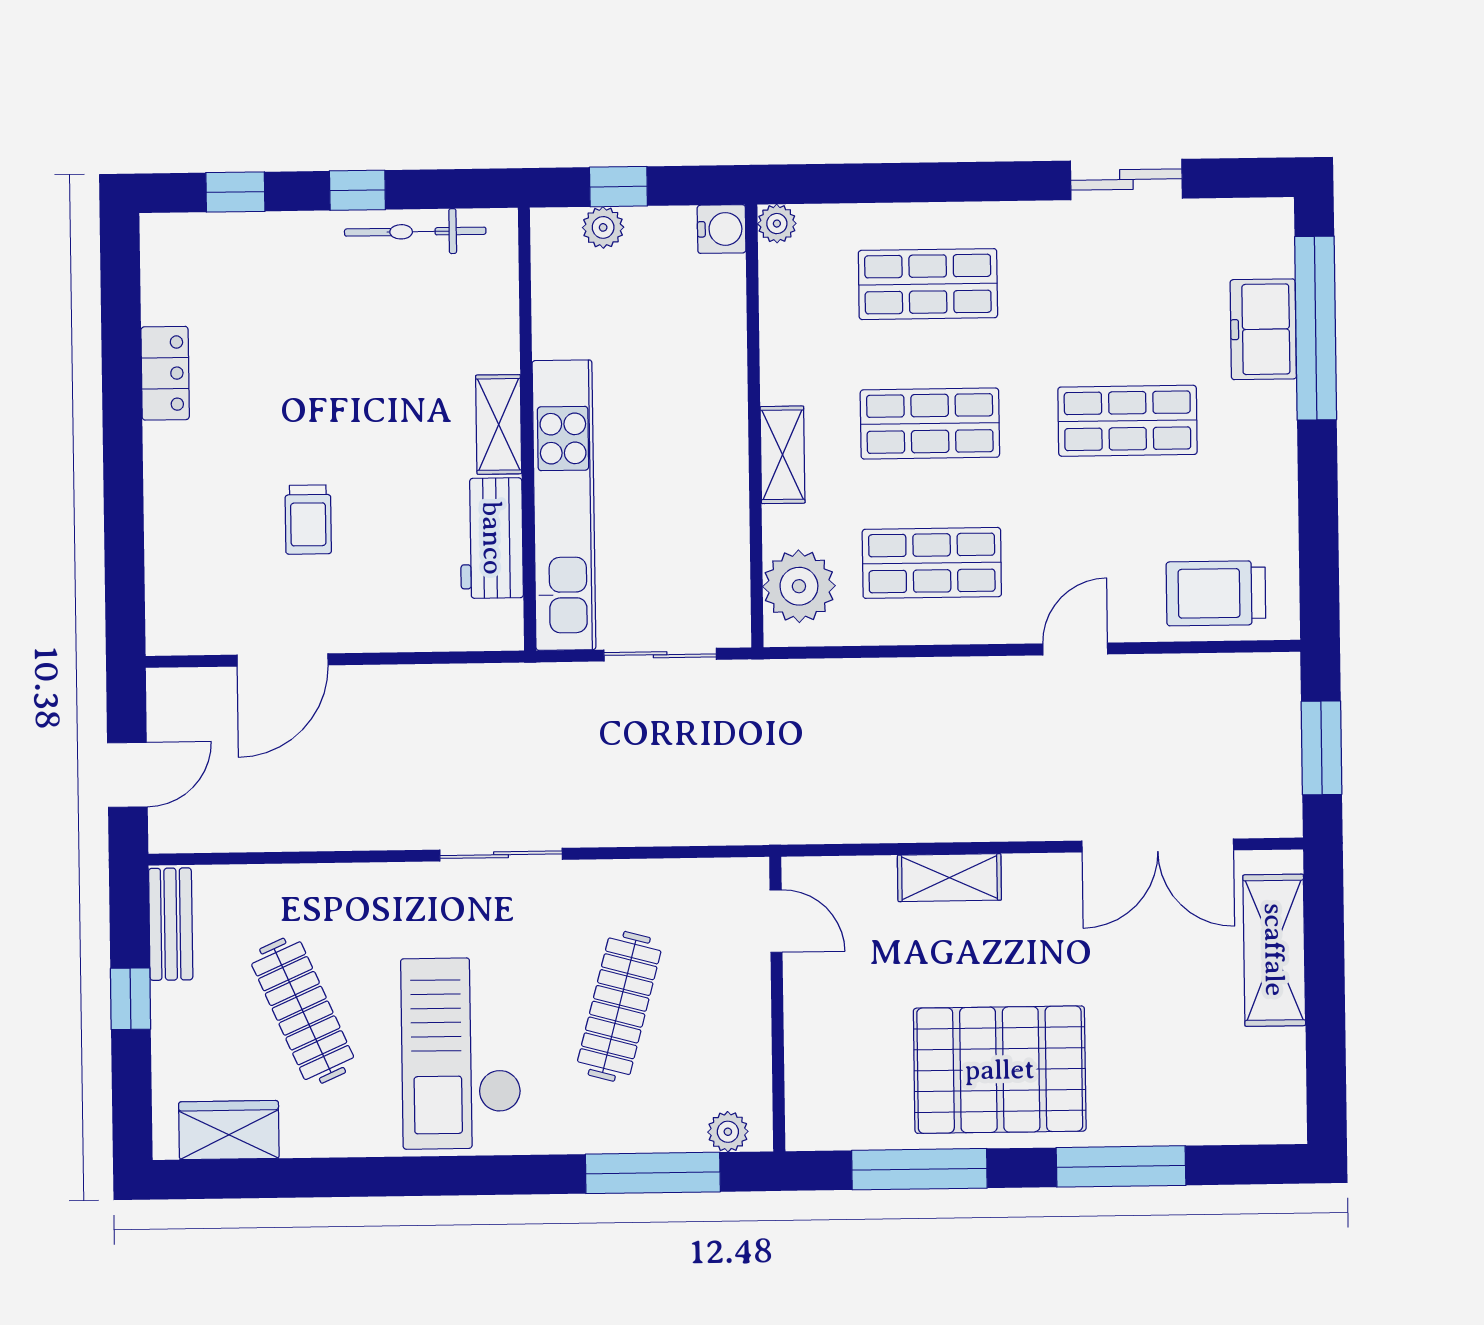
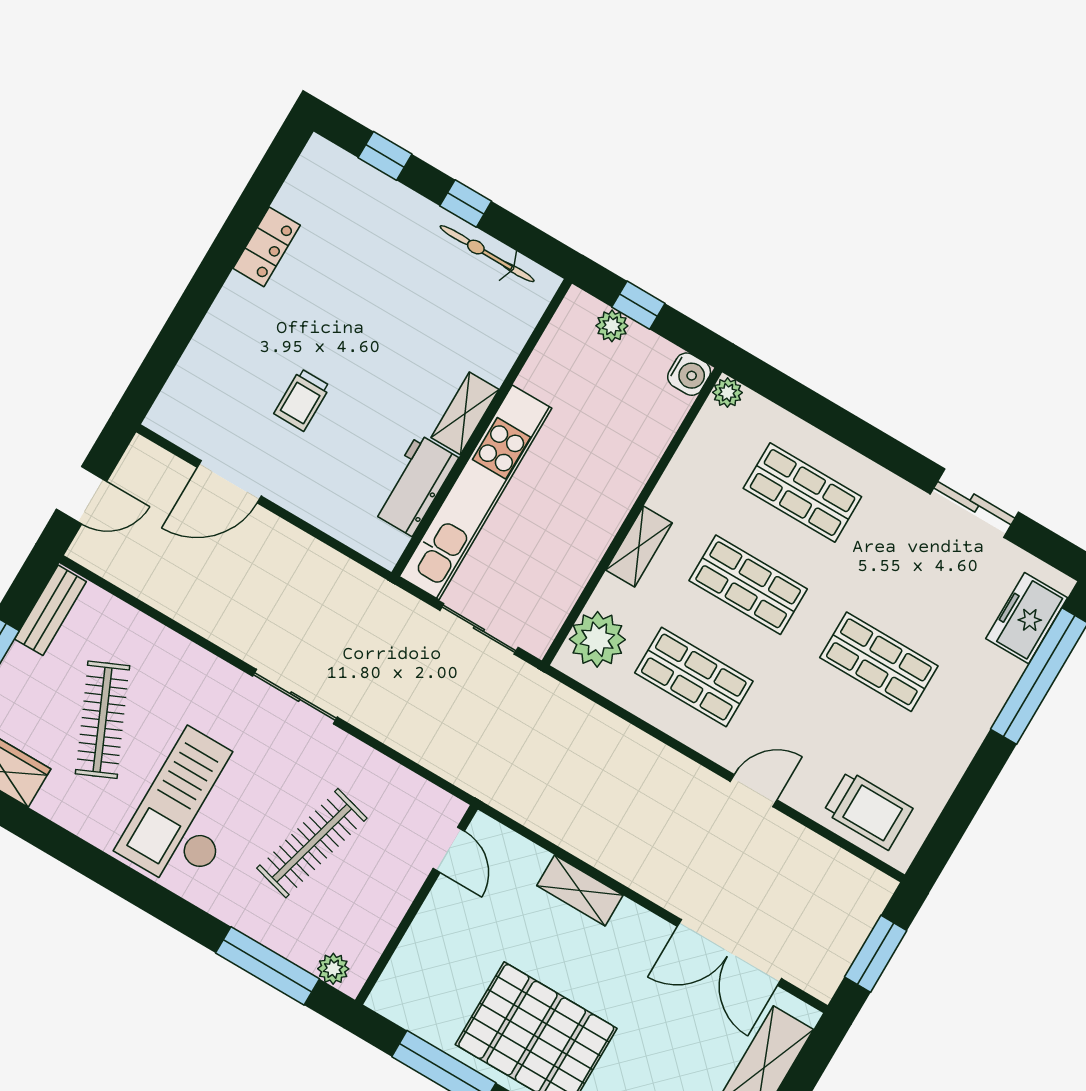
freezer: (1263, 329) -> (1027, 618), moved
trolley: (1216, 593) -> (868, 810), turned 180

